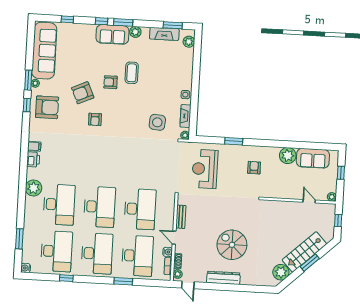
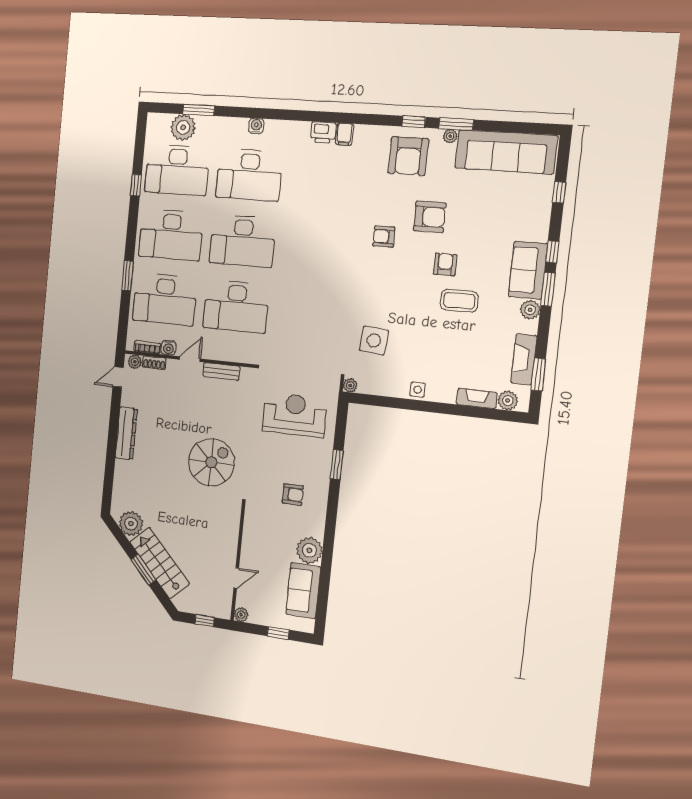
armchair: (83, 93) -> (430, 217), turned 114
fireplace: (185, 116) -> (477, 398), moved
plant: (33, 188) -> (183, 127), moved
spiral stairs: (232, 245) -> (211, 462), moved
water cooler: (26, 268) -> (256, 126), moved

